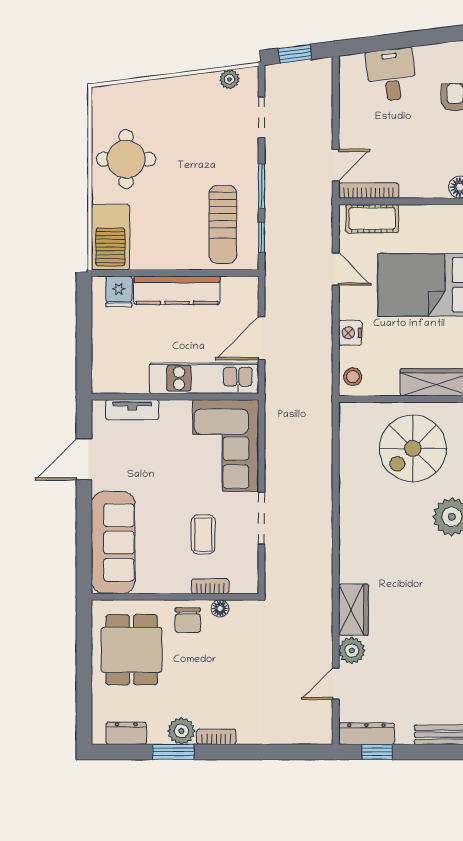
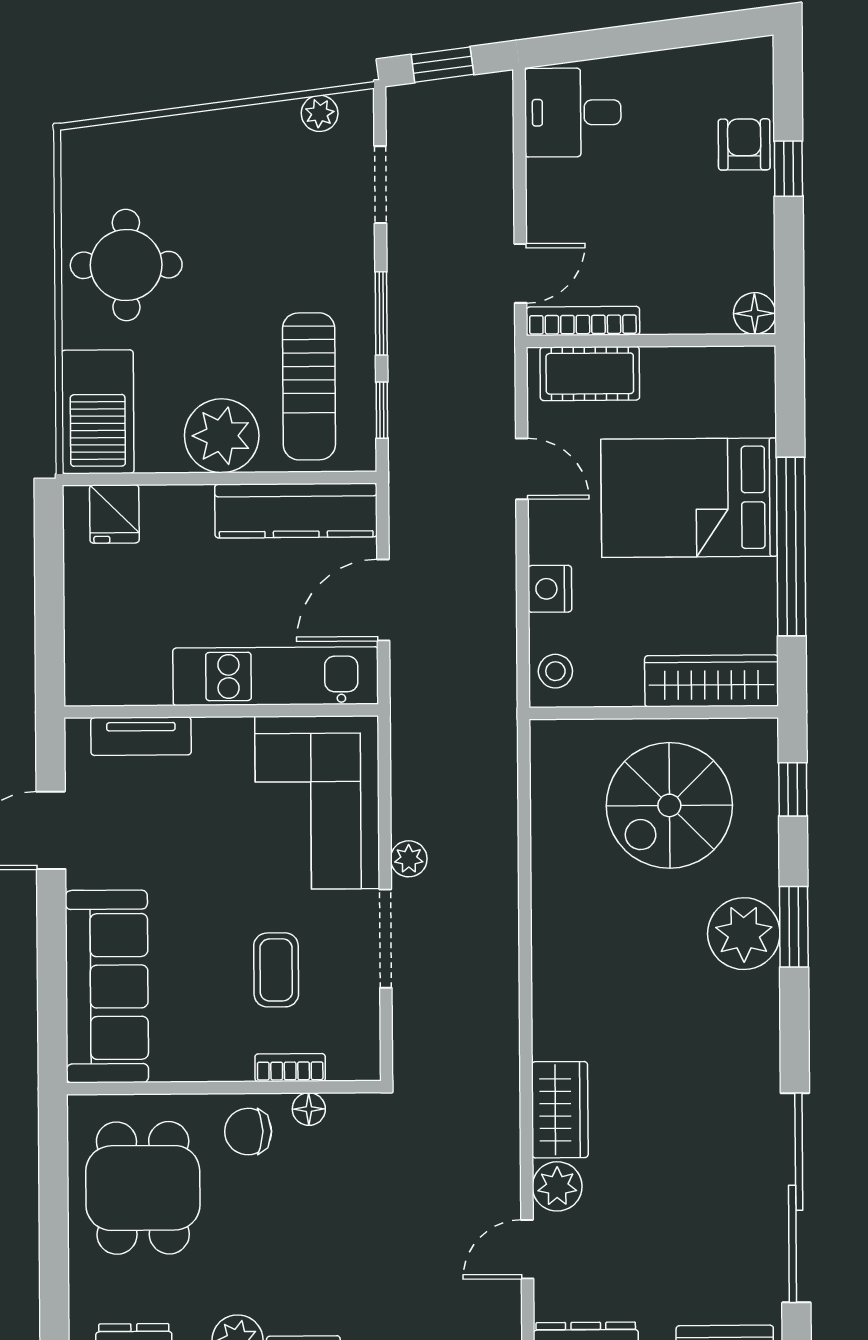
desk: (391, 75) -> (573, 112), moved, turned -83
plant: (176, 250) -> (222, 436), added
kitchen counter: (177, 290) -> (296, 511), moved
plant: (274, 476) -> (409, 859), added
chair: (188, 620) -> (248, 1132), turned 90

